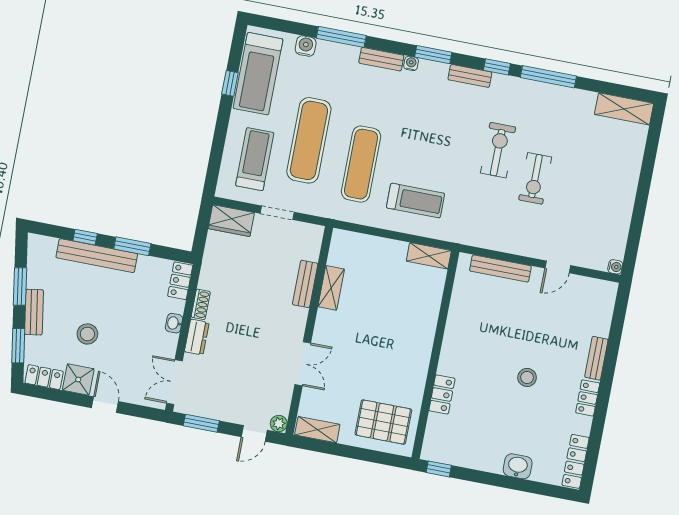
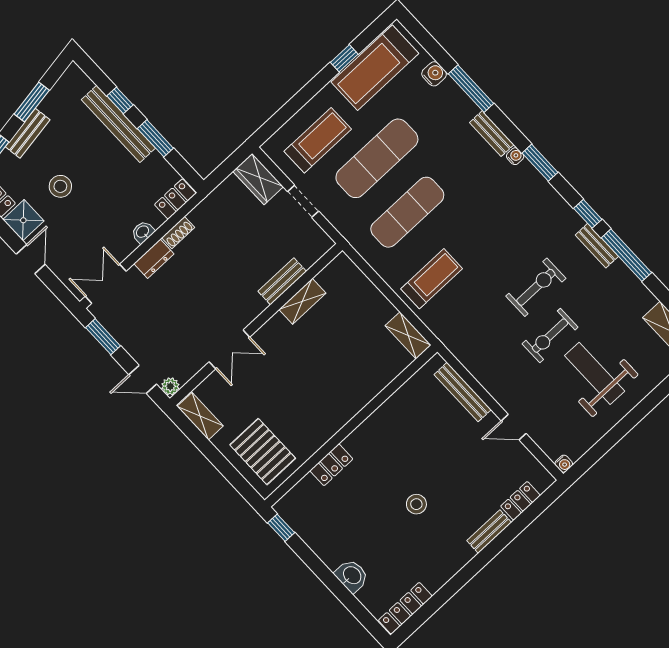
bench: (470, 76) -> (597, 246), moved
weight bench: (589, 182) -> (595, 373), added
treadmill: (416, 201) -> (432, 279), turned -90
locker: (588, 398) -> (520, 501), moved

